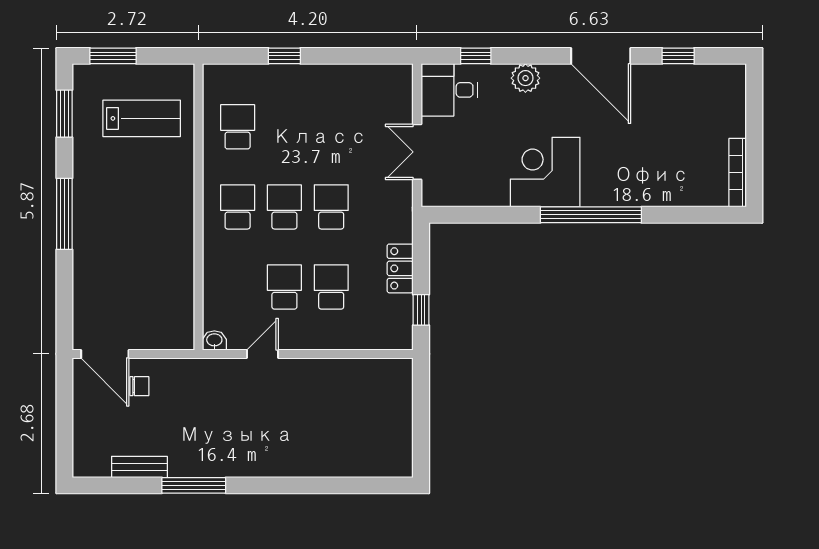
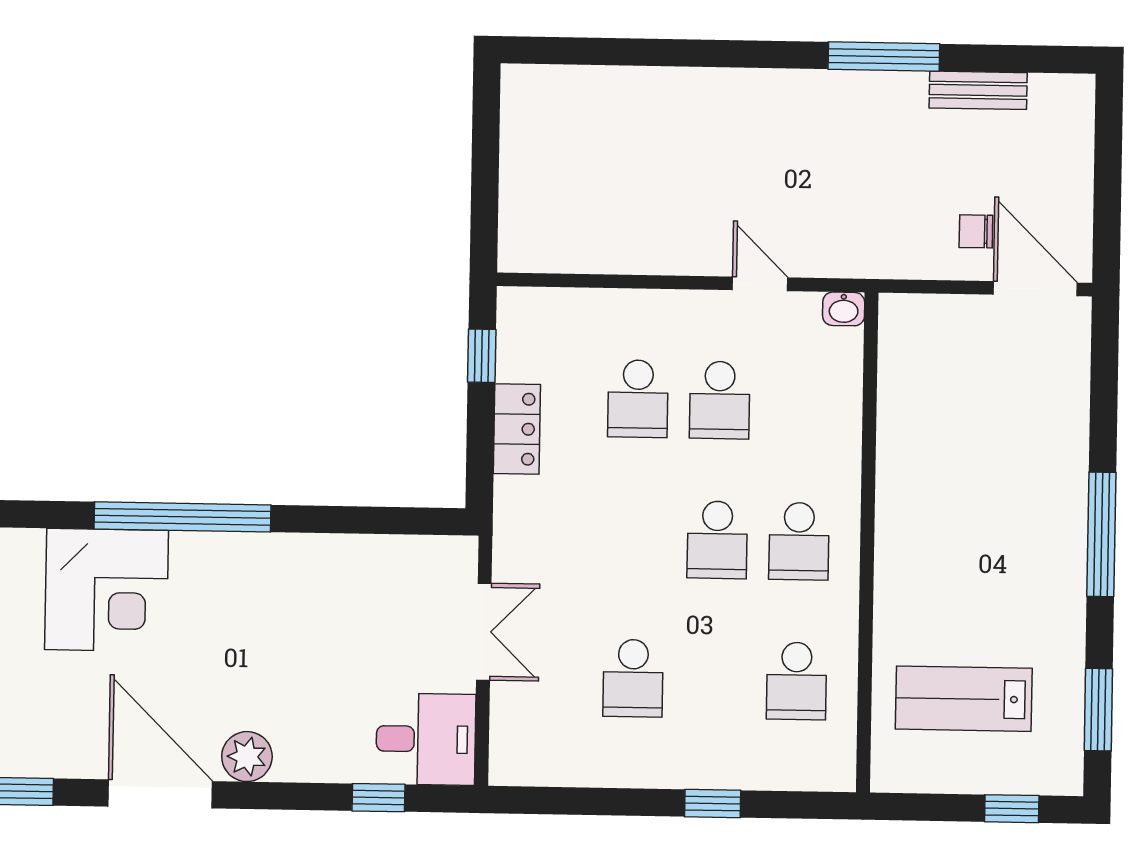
window: (113, 56) -> (1012, 809), width x0.67
plant: (525, 78) -> (247, 757), moved
corner desk: (545, 172) -> (107, 590), moved
school desk: (331, 207) -> (633, 678), moved
door: (262, 354) -> (760, 284), swing flipped

